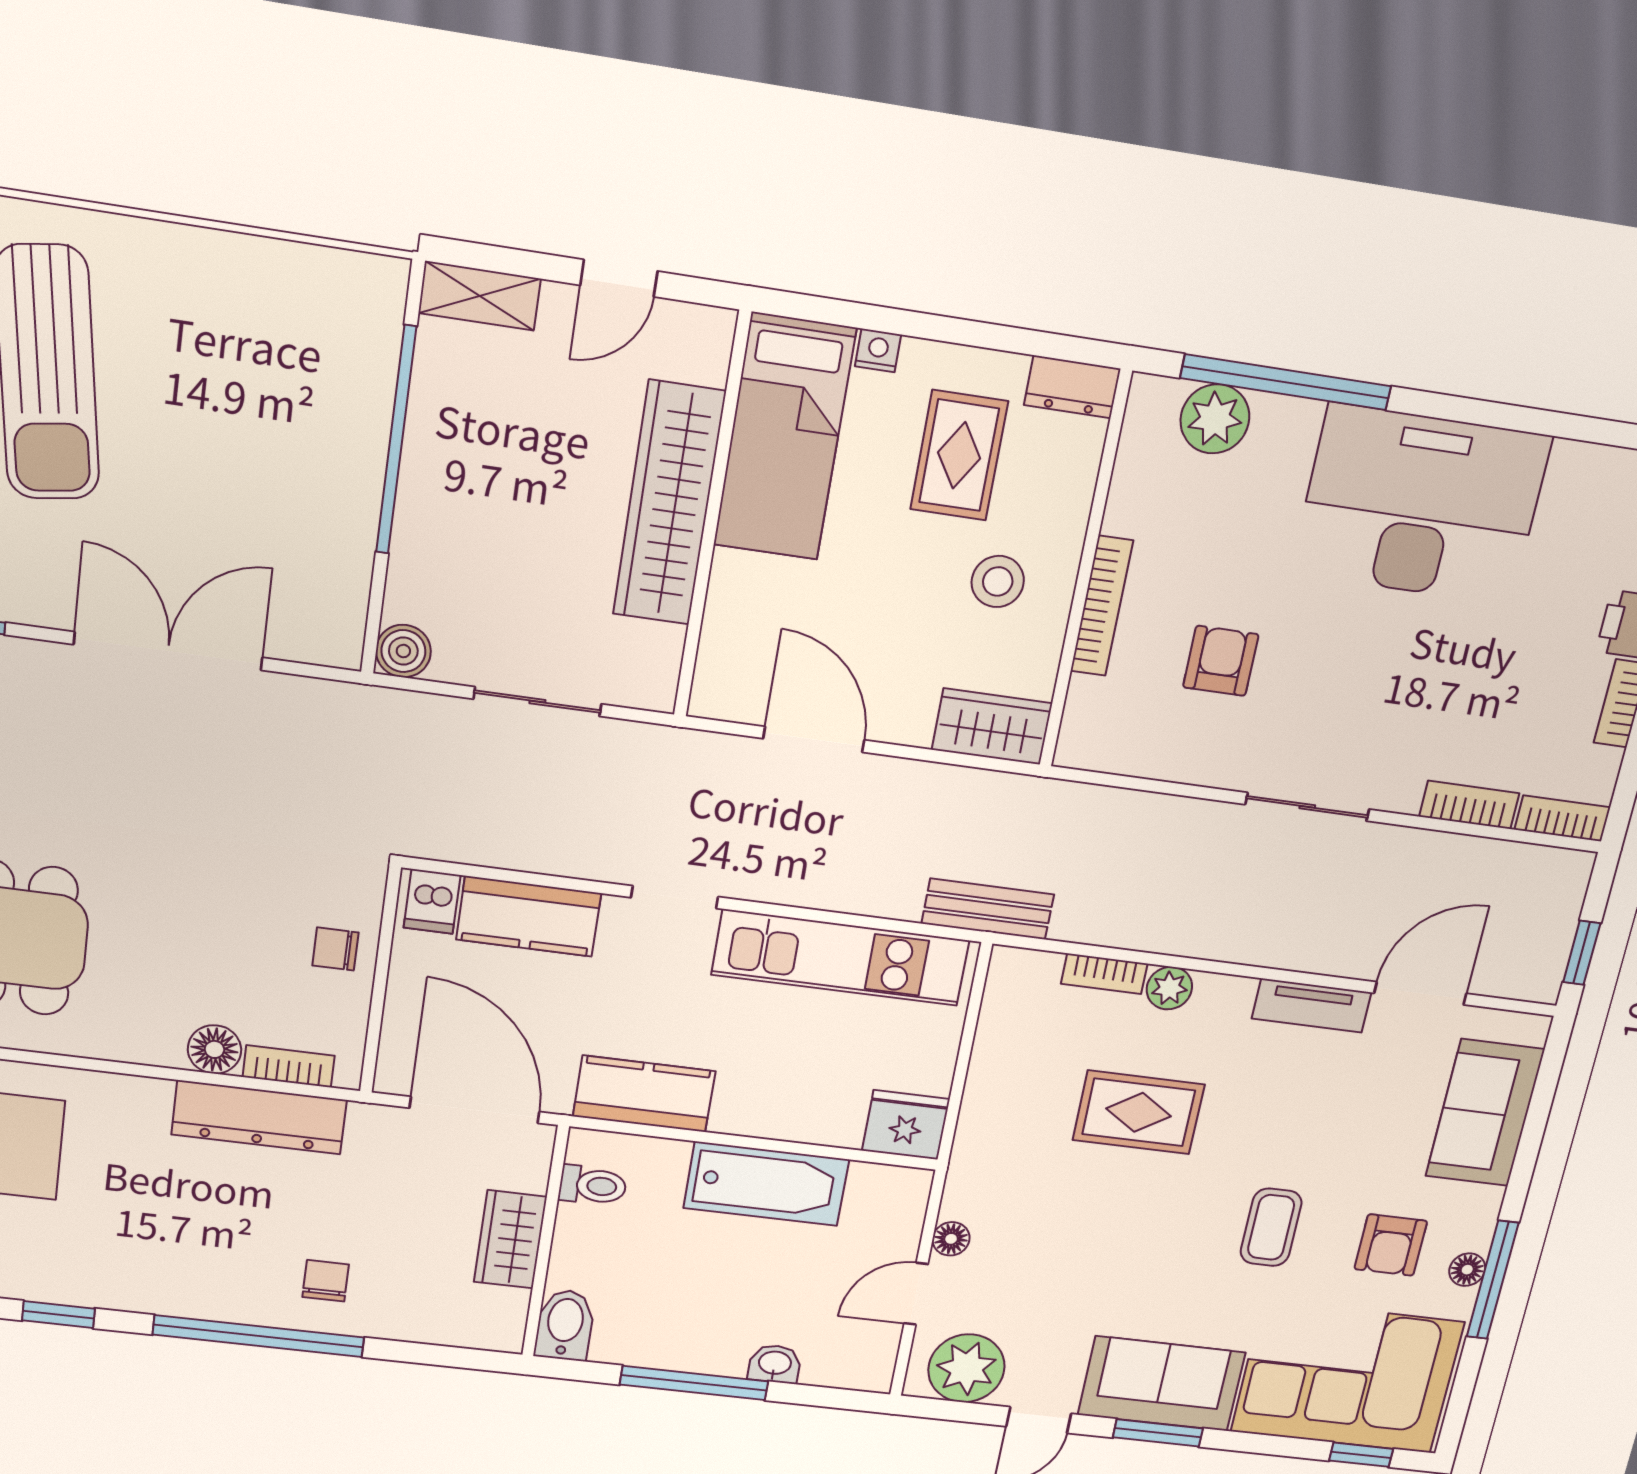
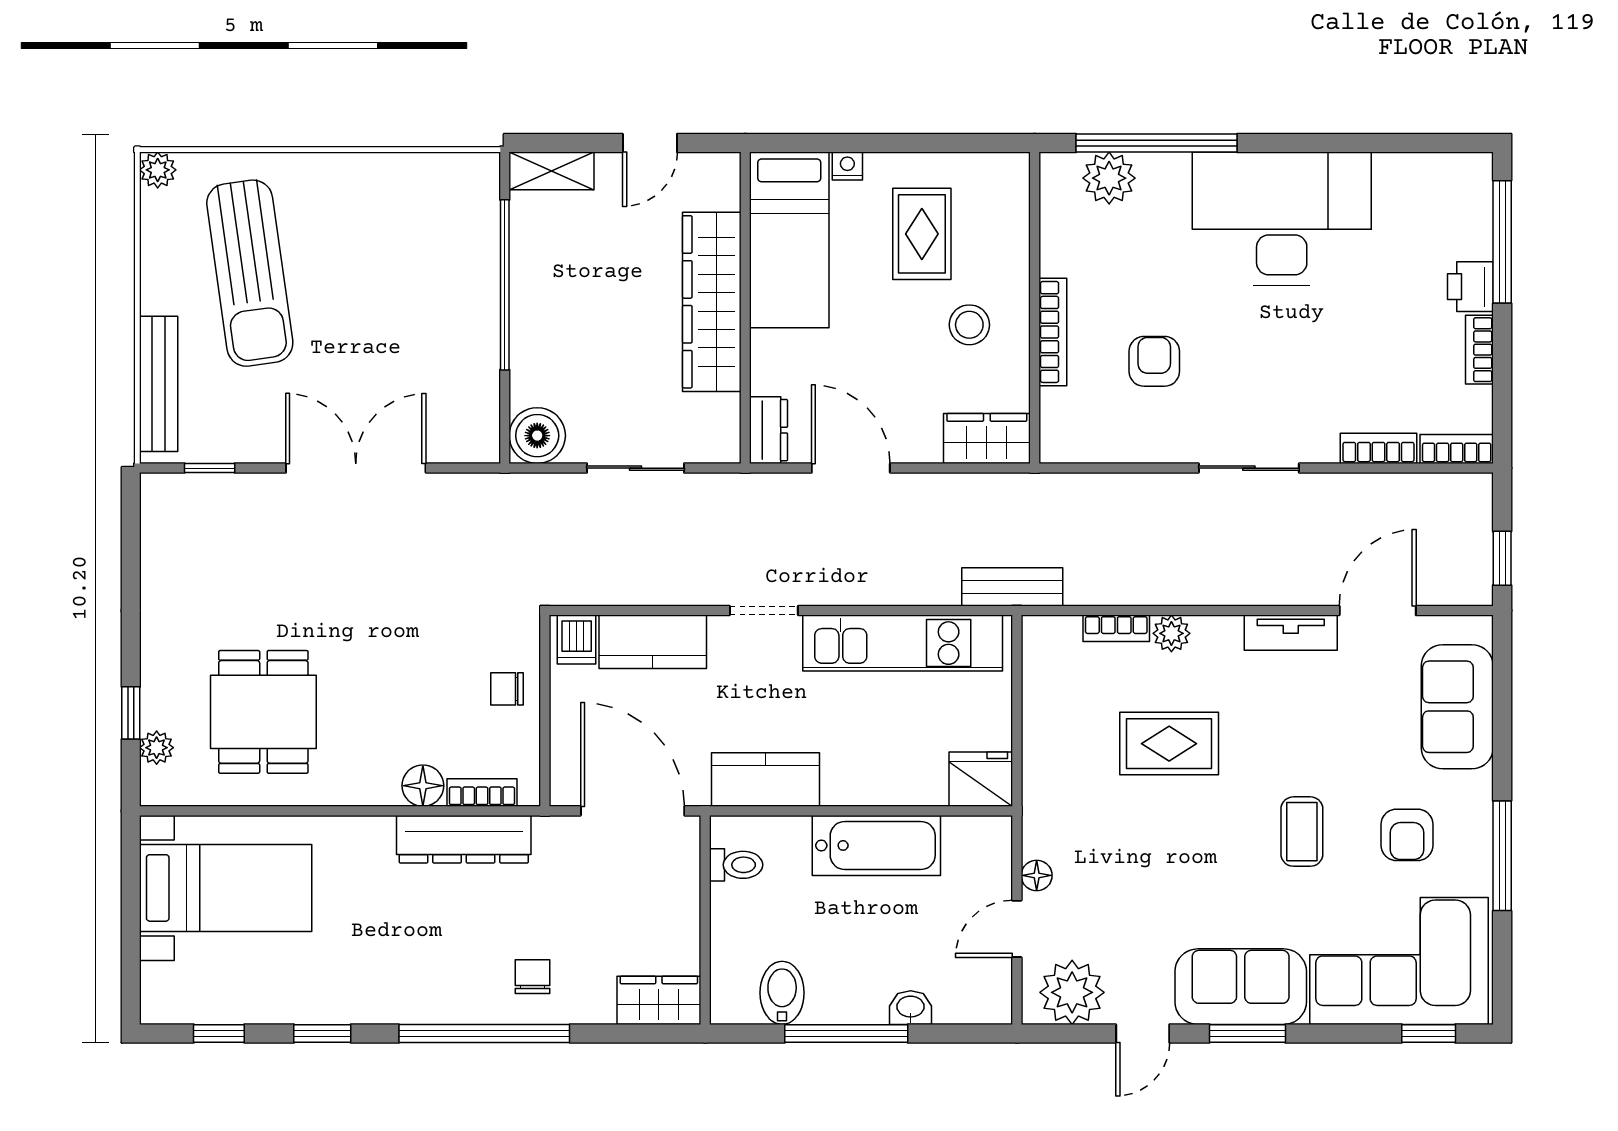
dresser: (1072, 387) -> (768, 430), moved, turned -90
boiler: (403, 651) -> (537, 436), width x1.36, depth x1.36
wardrobe: (510, 1239) -> (659, 1000), moved, turned 90
floor lamp: (1467, 1270) -> (1478, 849), removed
bidet: (565, 1325) -> (782, 993), moved

